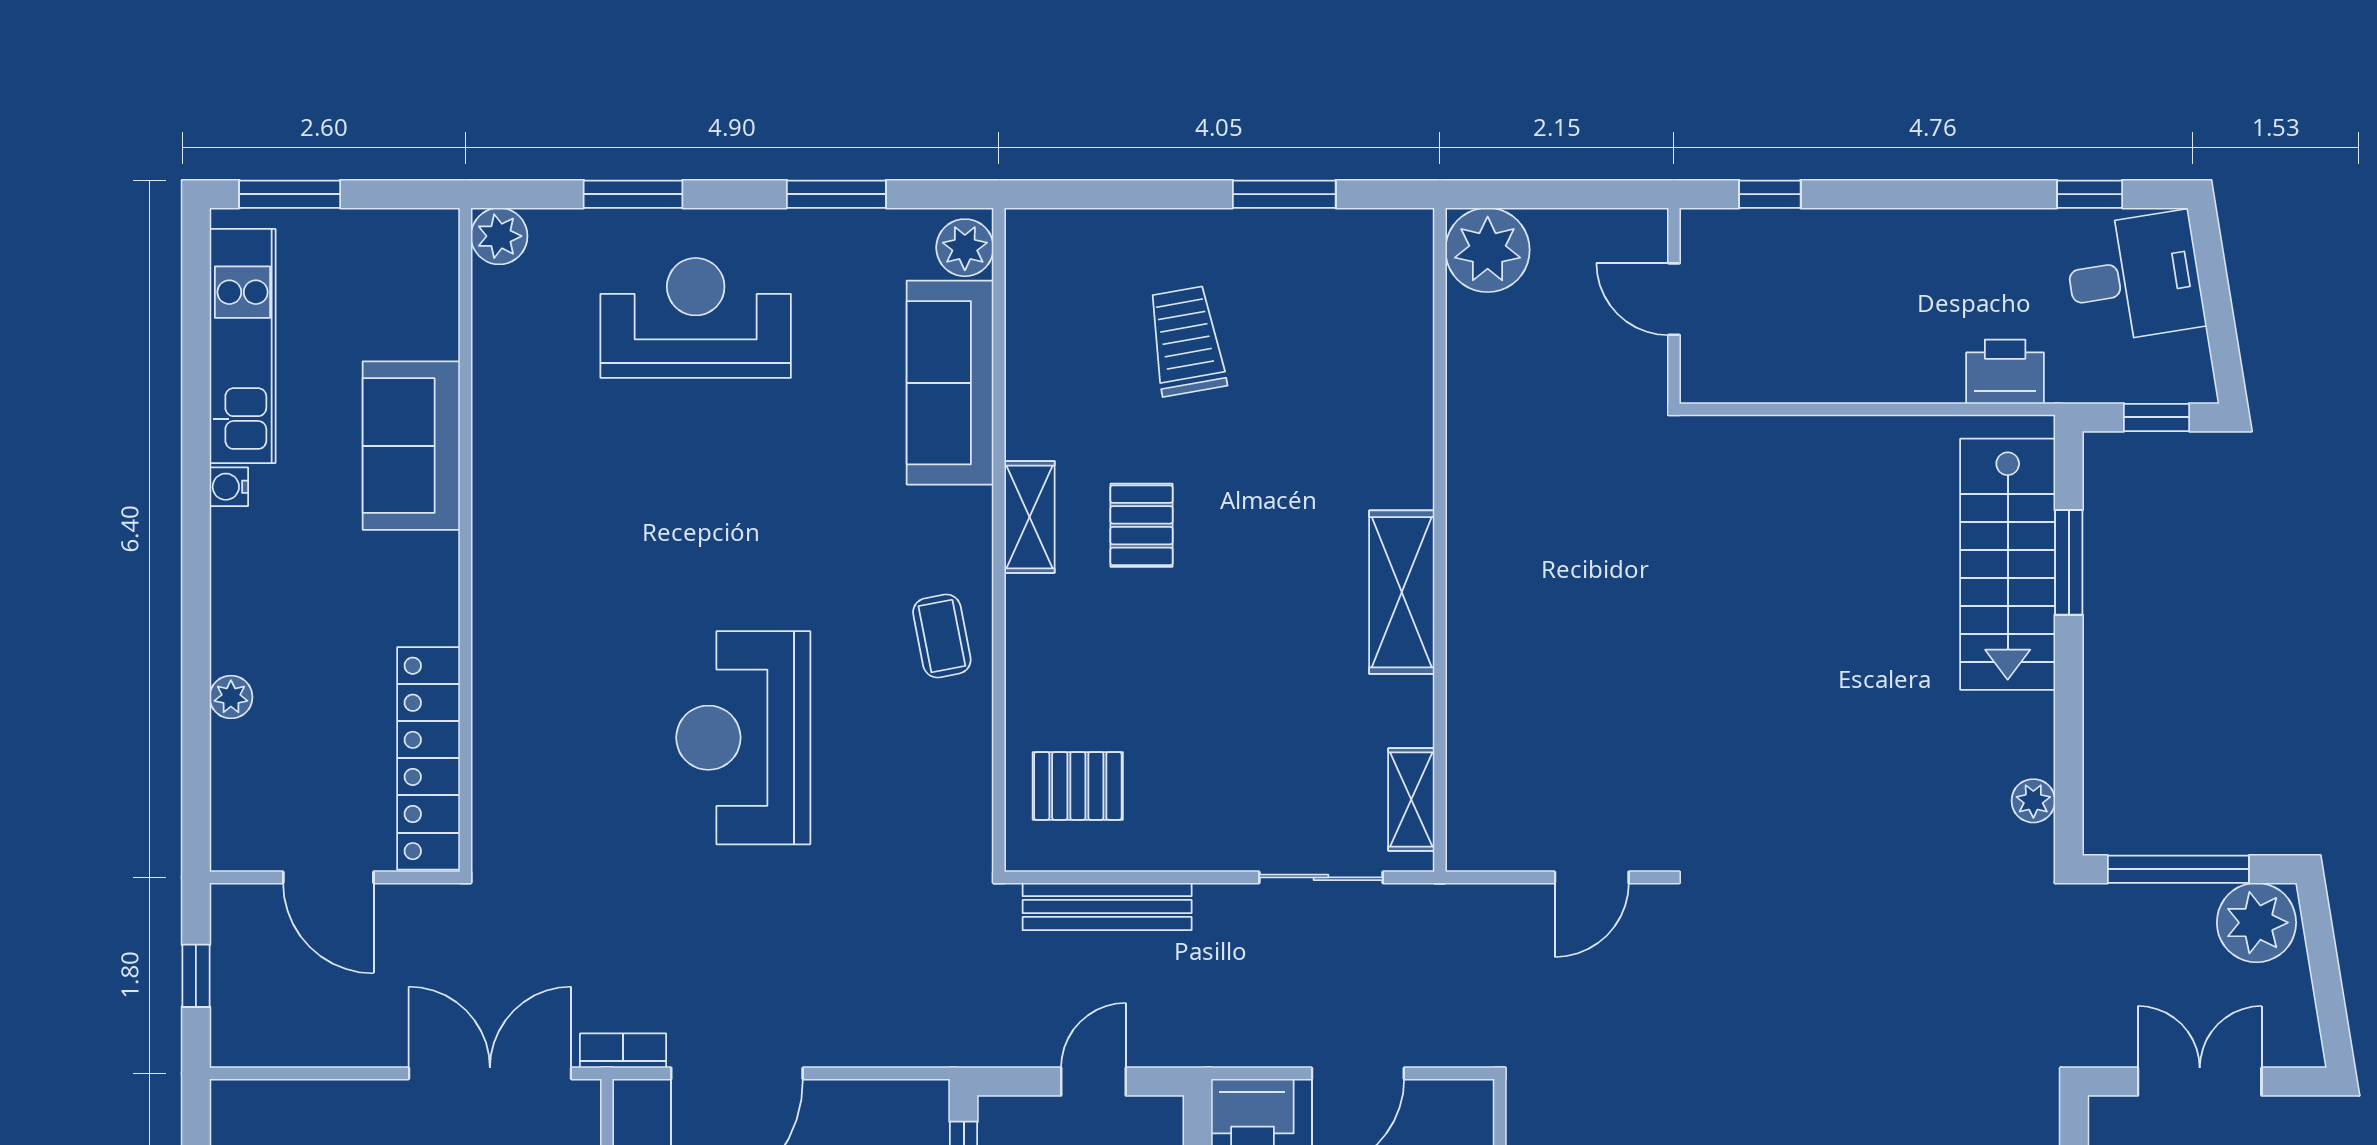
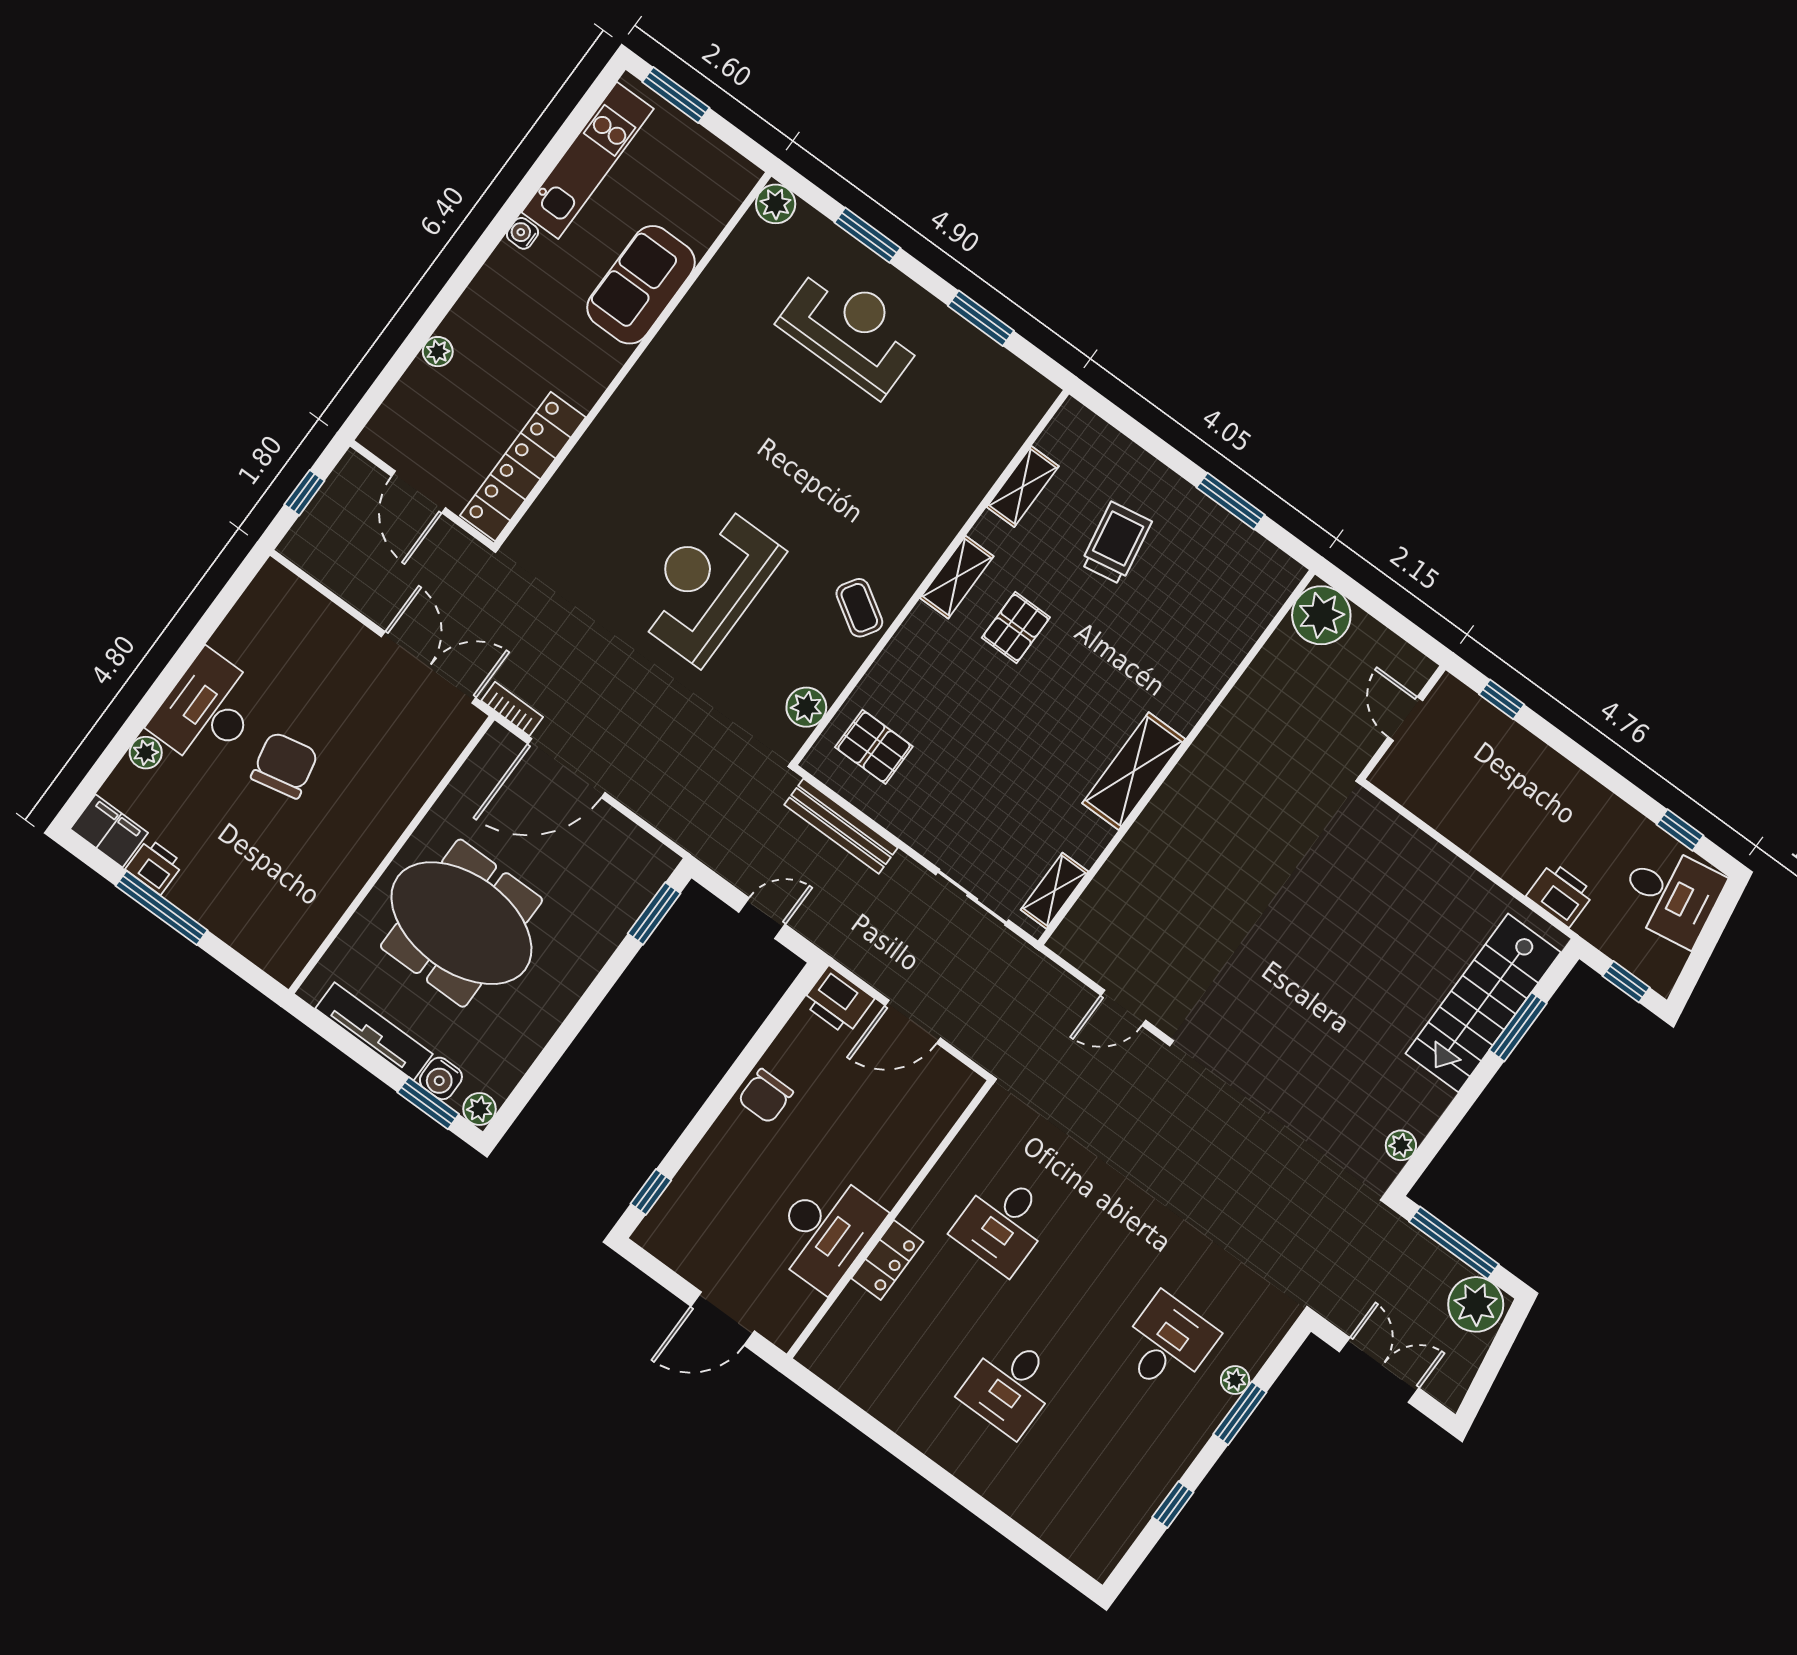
plant: (965, 248) -> (806, 707), moved
shelving: (1029, 355) -> (1023, 487), added
sofa: (950, 383) -> (967, 470), removed
coffee table: (942, 636) -> (859, 608), turned -47

